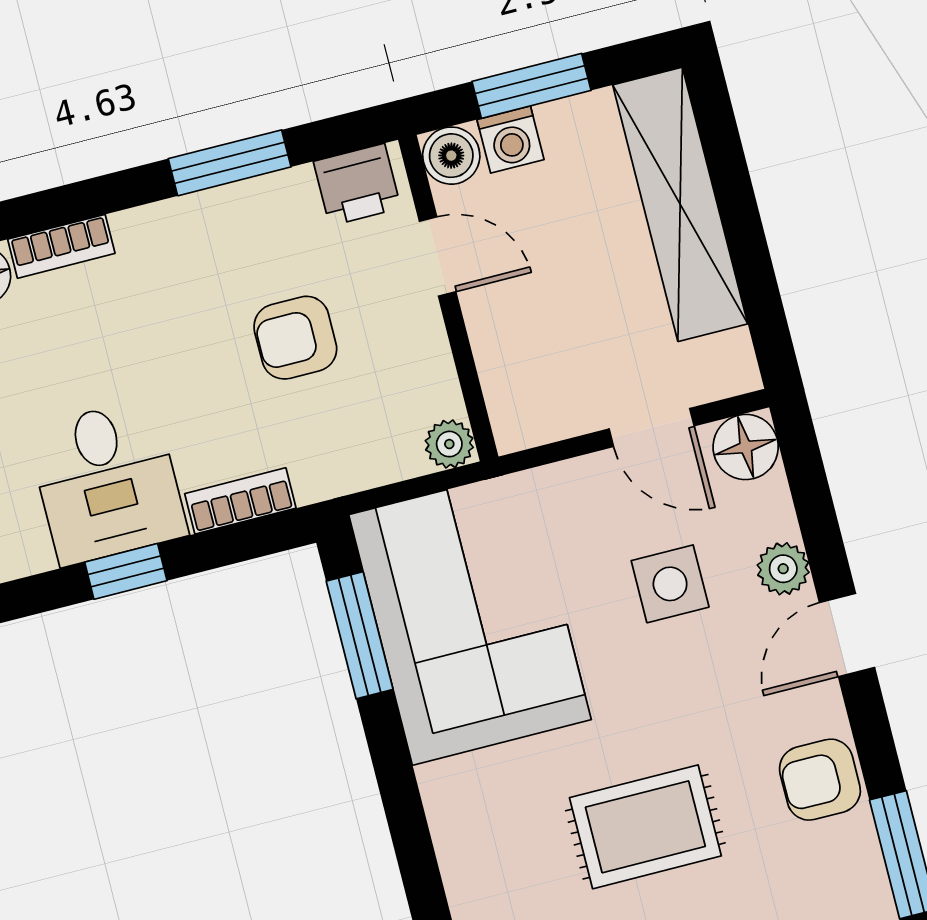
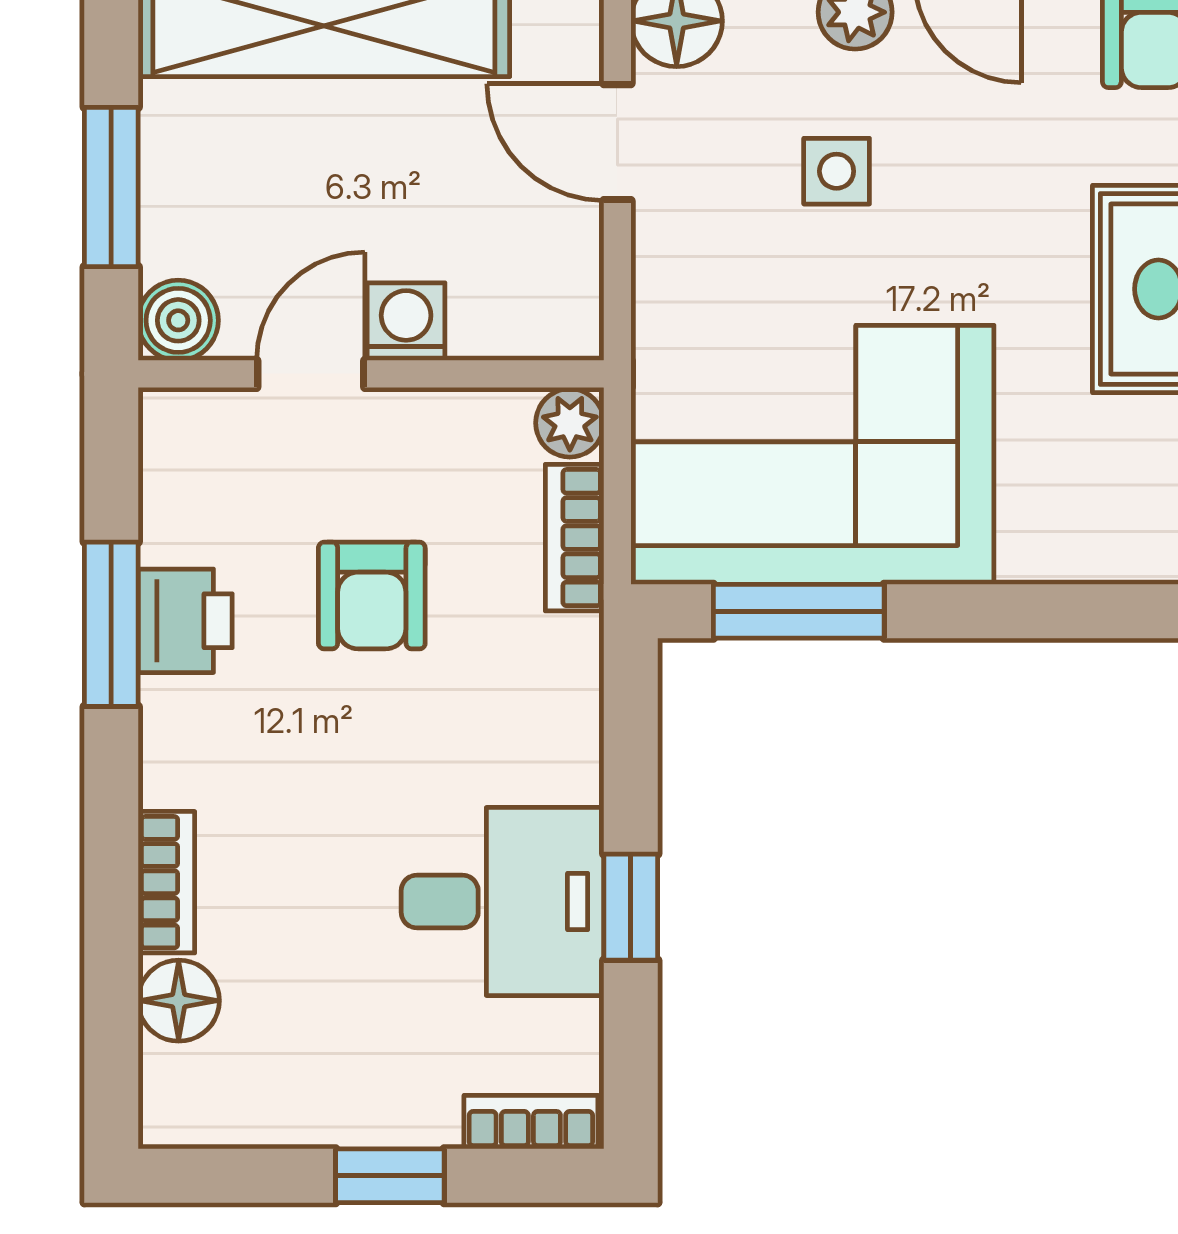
washing machine: (510, 140) -> (406, 322), moved, turned -90
printer: (357, 185) -> (185, 621), moved
door: (652, 427) -> (617, 142), swing flipped
bookcase: (240, 501) -> (575, 538), moved
side table: (670, 584) -> (837, 171), width x0.73, depth x0.73

